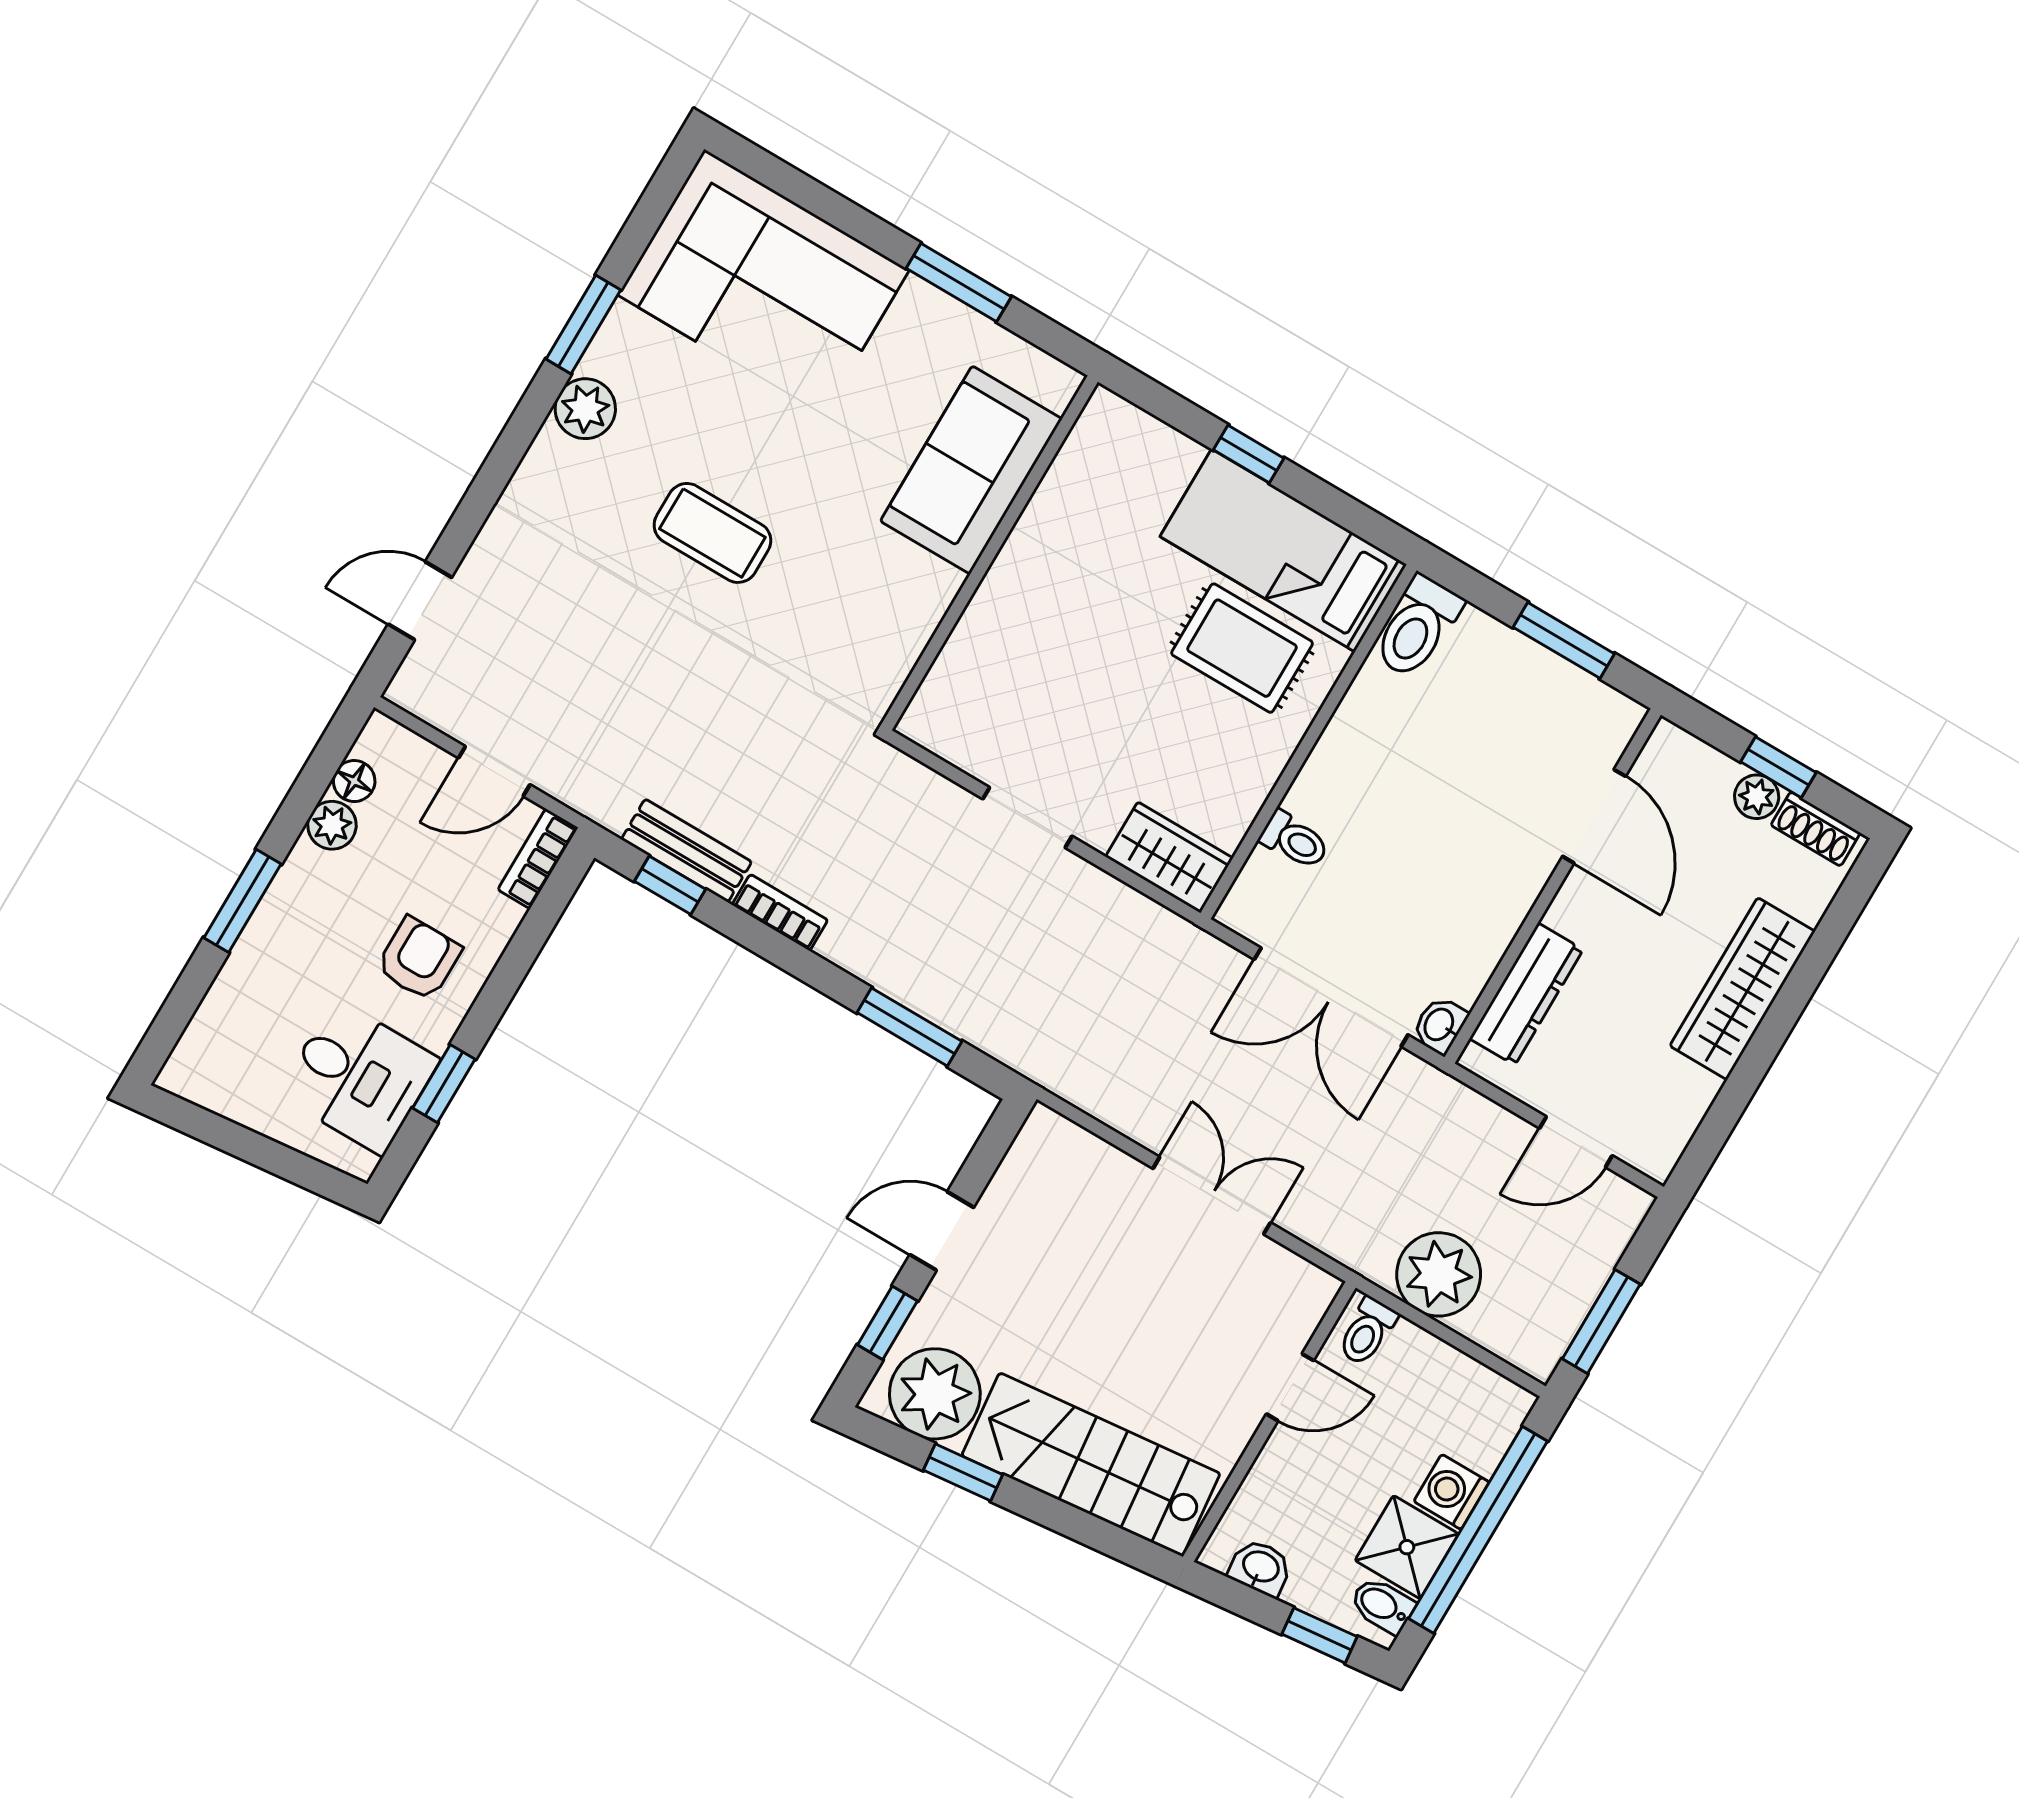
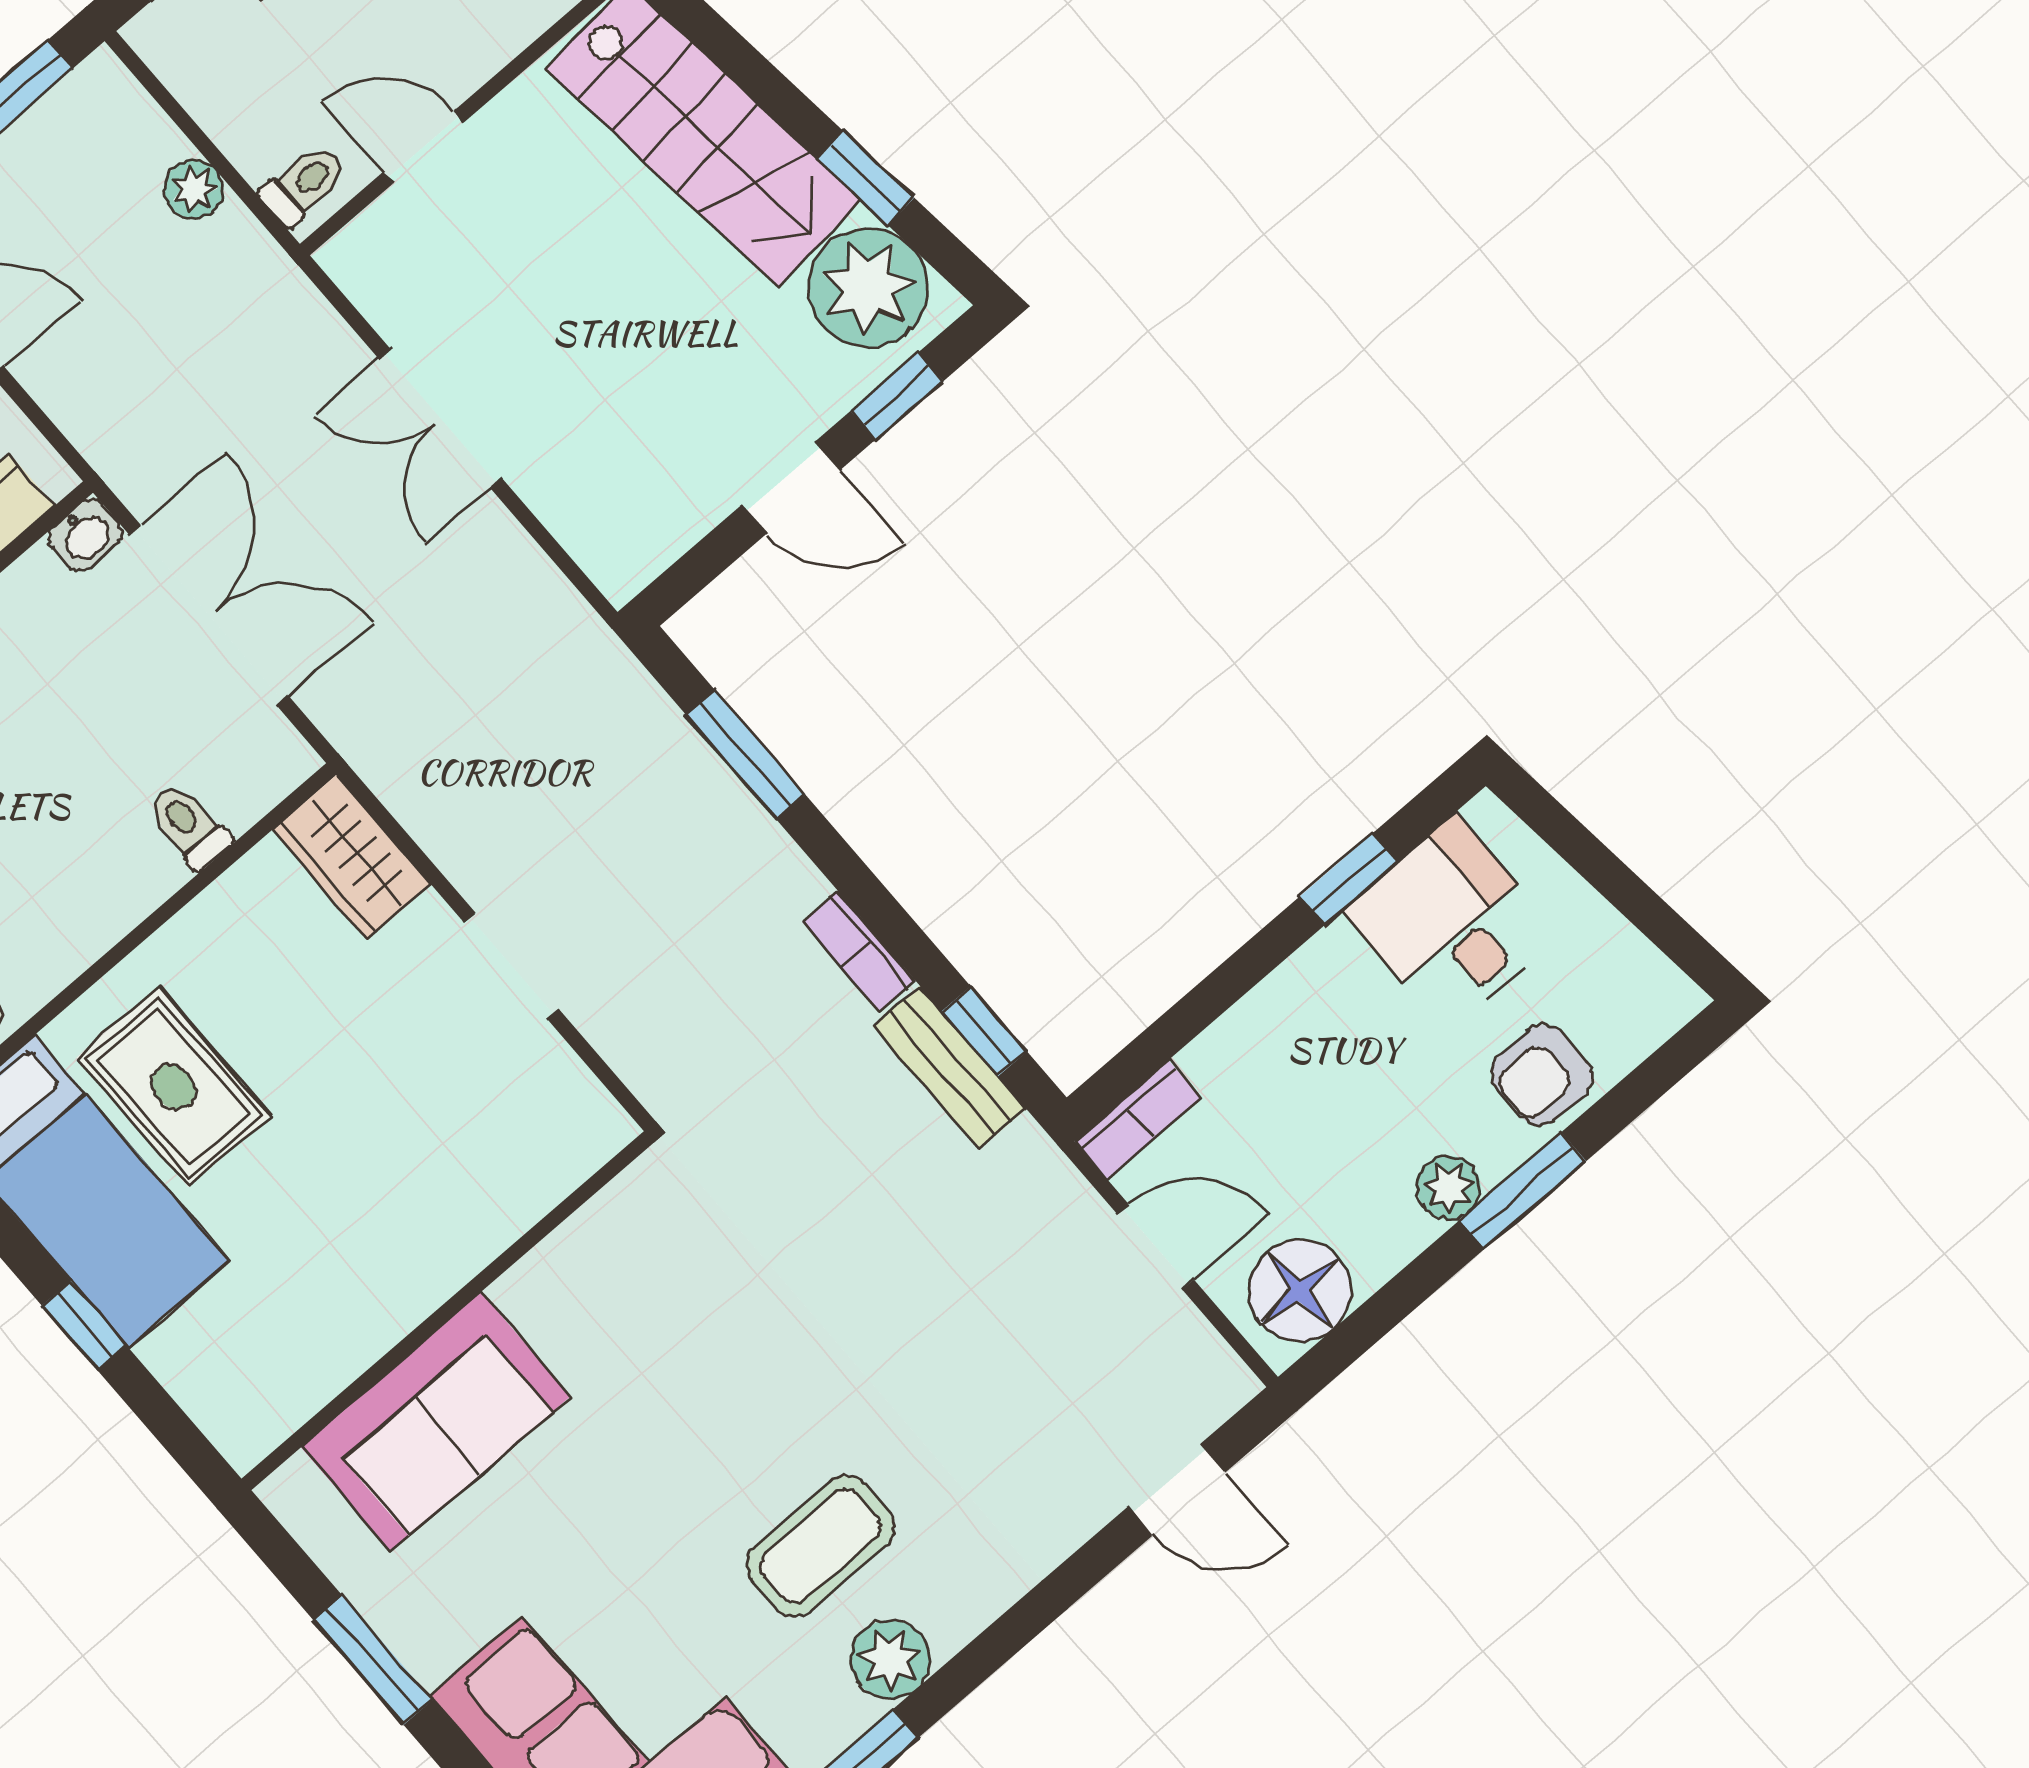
coffee table: (712, 533) -> (821, 1546), moved, turned 90
floor lamp: (354, 781) -> (1300, 1291), width x1.89, depth x1.89
plant: (332, 825) -> (1449, 1188), moved
armchair: (419, 959) -> (1542, 1075), moved
plant: (1439, 1274) -> (194, 189), width x0.53, depth x0.53

